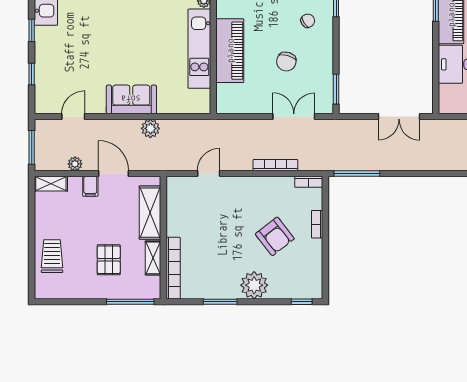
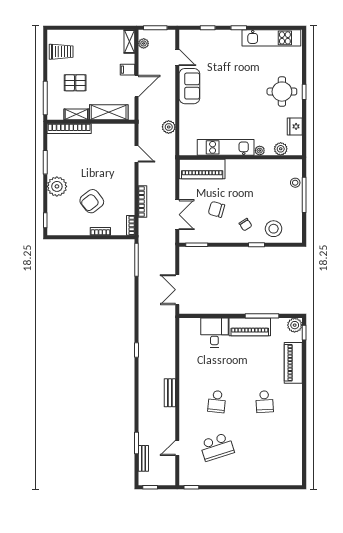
piano: (230, 51) -> (202, 169), moved
sofa: (131, 99) -> (189, 86), moved
plant: (150, 128) -> (169, 127), moved
plant: (75, 164) -> (144, 43), moved
trolley: (52, 256) -> (61, 52), moved

